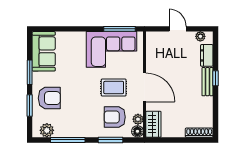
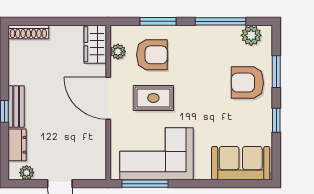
sofa: (44, 51) -> (241, 163), moved, turned 90
window: (30, 72) -> (276, 120), width x0.67
floor lamp: (137, 131) -> (119, 34), removed

